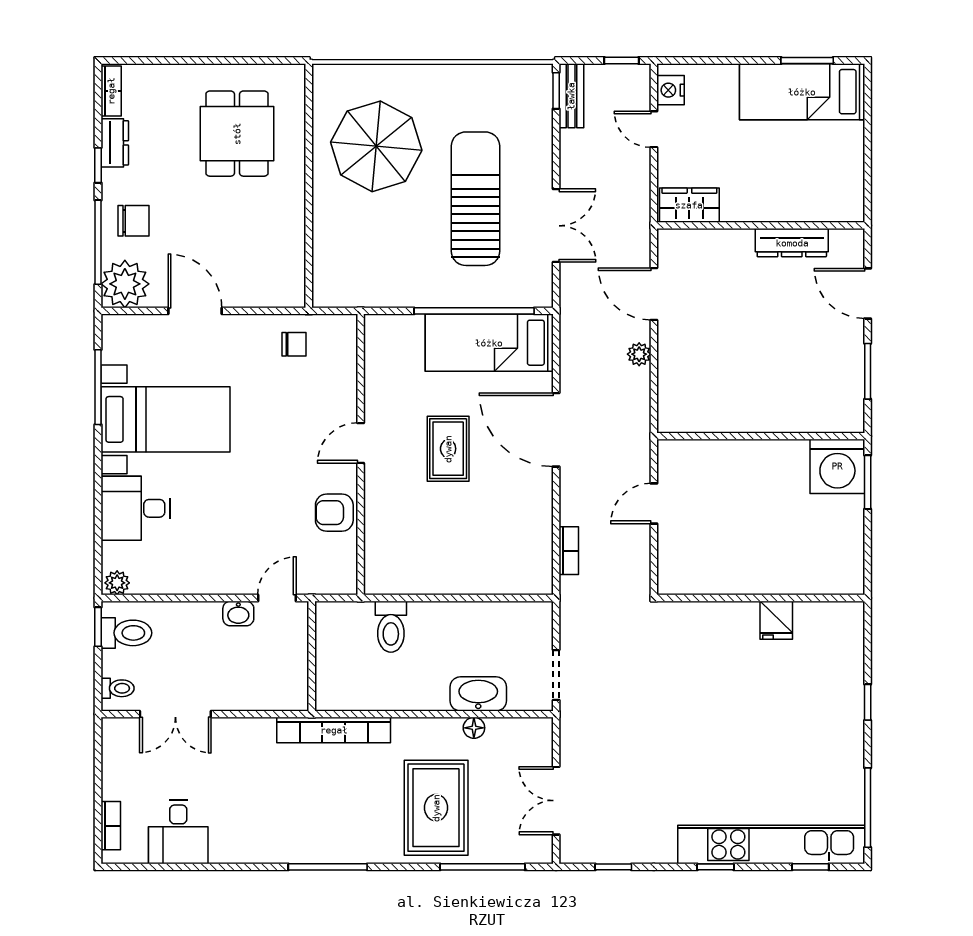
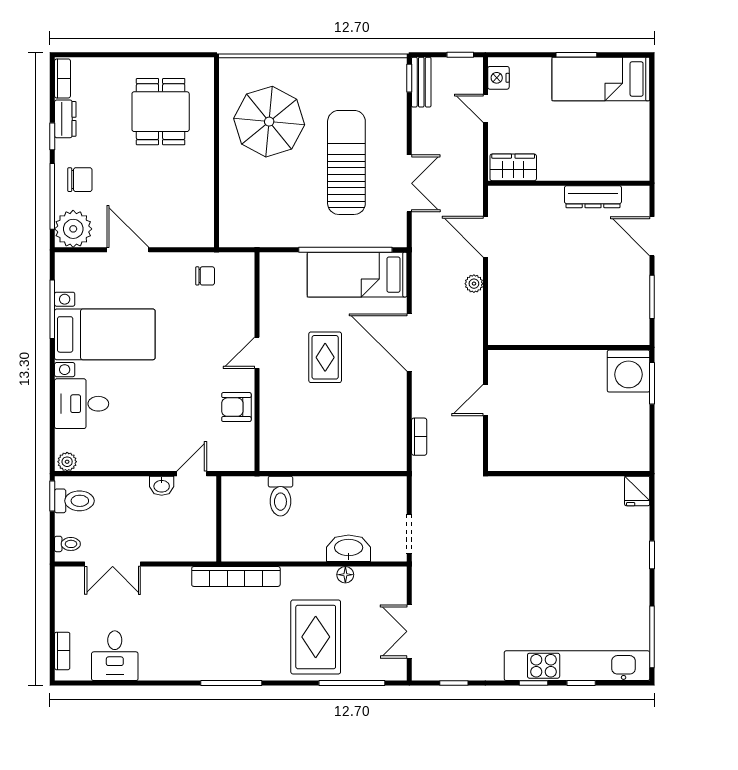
window: (807, 60) -> (576, 55), moved
fridge: (776, 620) -> (637, 491), moved
window: (810, 867) -> (581, 683), moved

